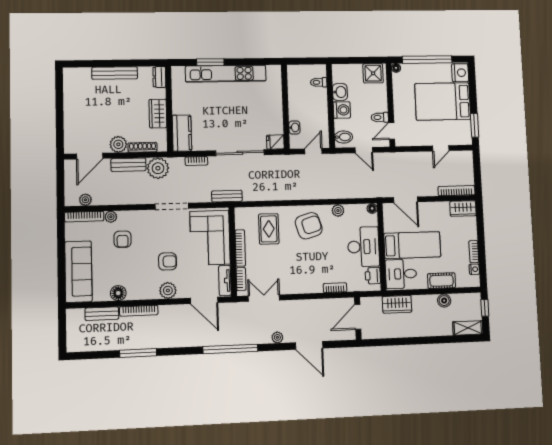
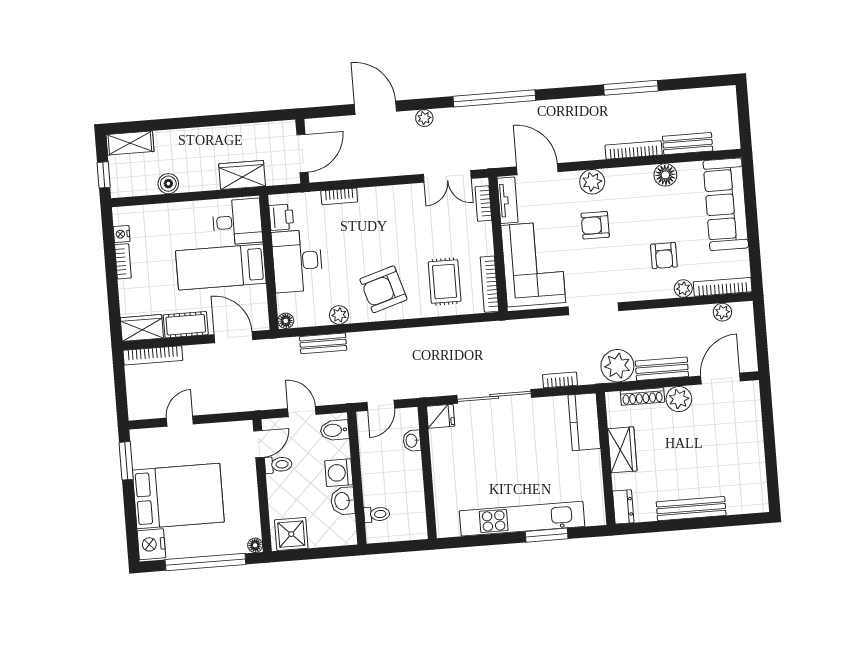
bench: (227, 196) -> (323, 343), moved
armchair: (123, 239) -> (664, 256), turned 180
bookcase: (240, 248) -> (489, 284), moved
cot: (442, 281) -> (186, 325), moved

